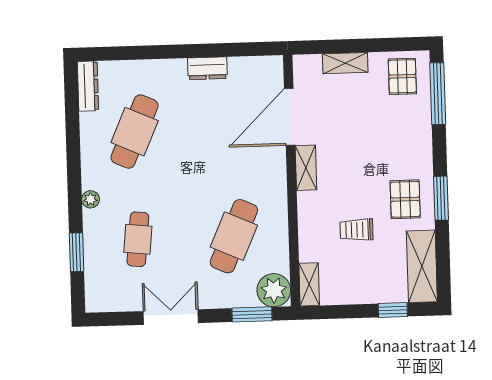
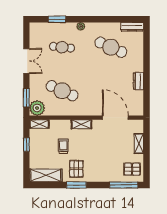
shelving: (306, 168) -> (81, 124), moved
pallet: (405, 199) -> (76, 169), turned 90
window: (393, 310) -> (26, 144), moved

